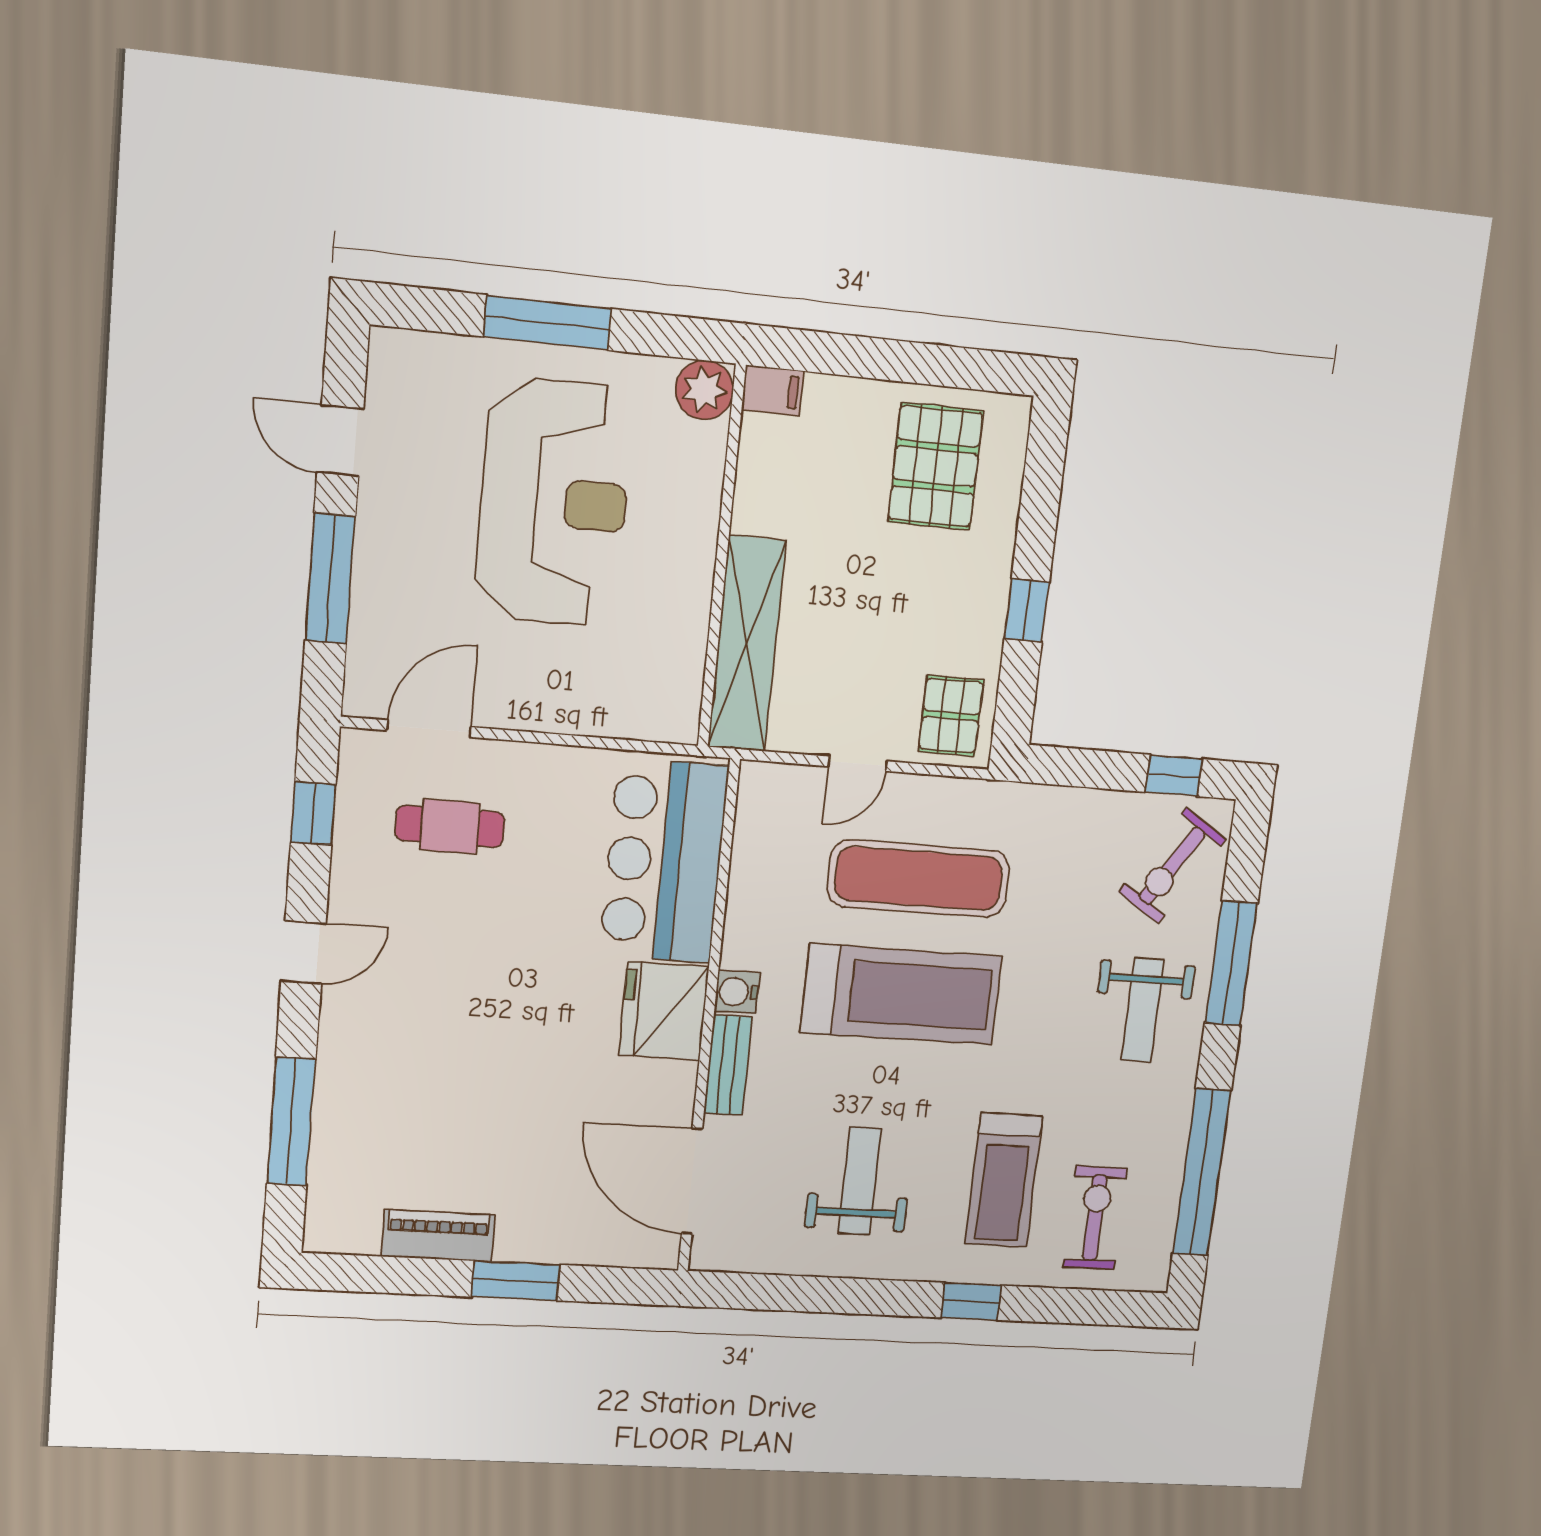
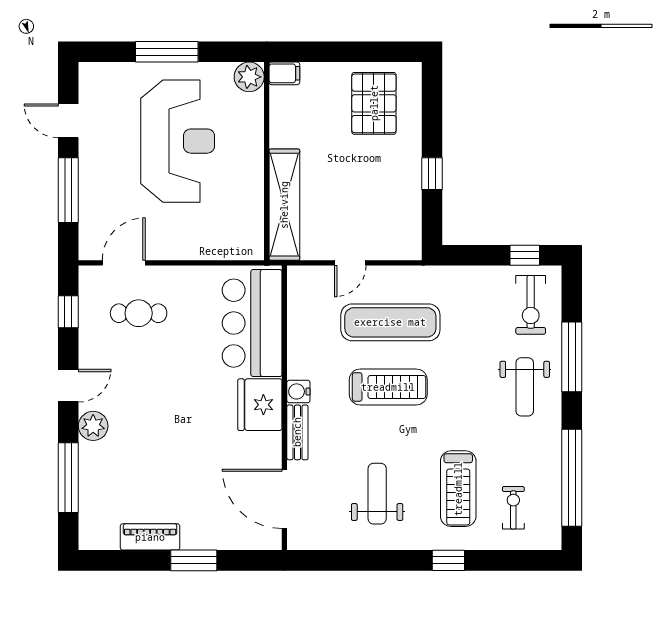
pallet: (951, 716) -> (398, 233), removed
exercise bike: (1172, 866) -> (531, 305), turned -33
treadmill: (901, 994) -> (388, 387), width x0.73, depth x0.73
plant: (346, 1030) -> (93, 426), added
exercise bike: (1095, 1218) -> (513, 508), width x0.73, depth x0.72

